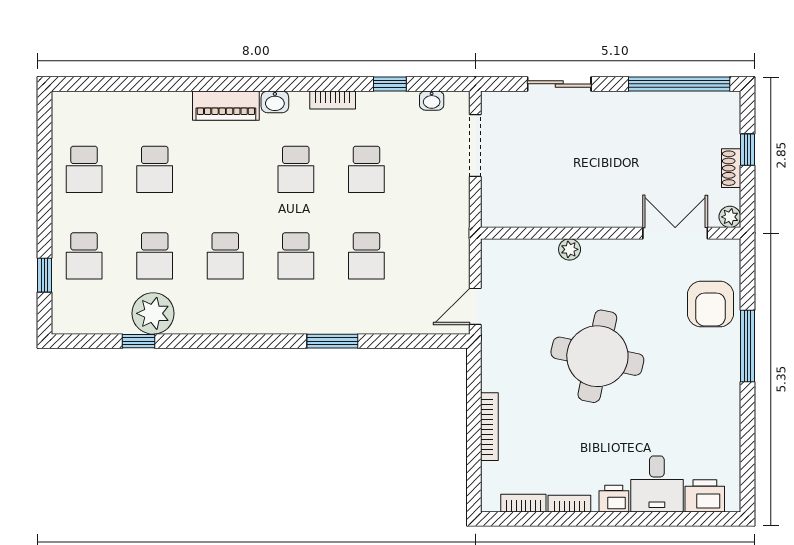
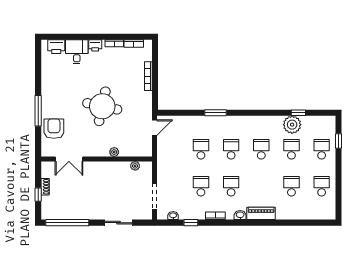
plant: (730, 217) -> (135, 166), moved

